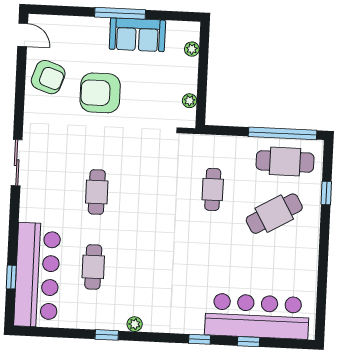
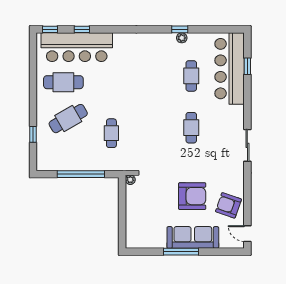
sofa: (137, 35) -> (193, 237), moved, width x1.36
plant: (192, 49) -> (130, 229), removed
plant: (190, 101) -> (130, 180), moved
window: (283, 133) -> (81, 174), moved
cafe table: (285, 161) -> (63, 82), moved
plant: (135, 324) -> (182, 38), moved
window: (200, 339) -> (50, 29), moved

